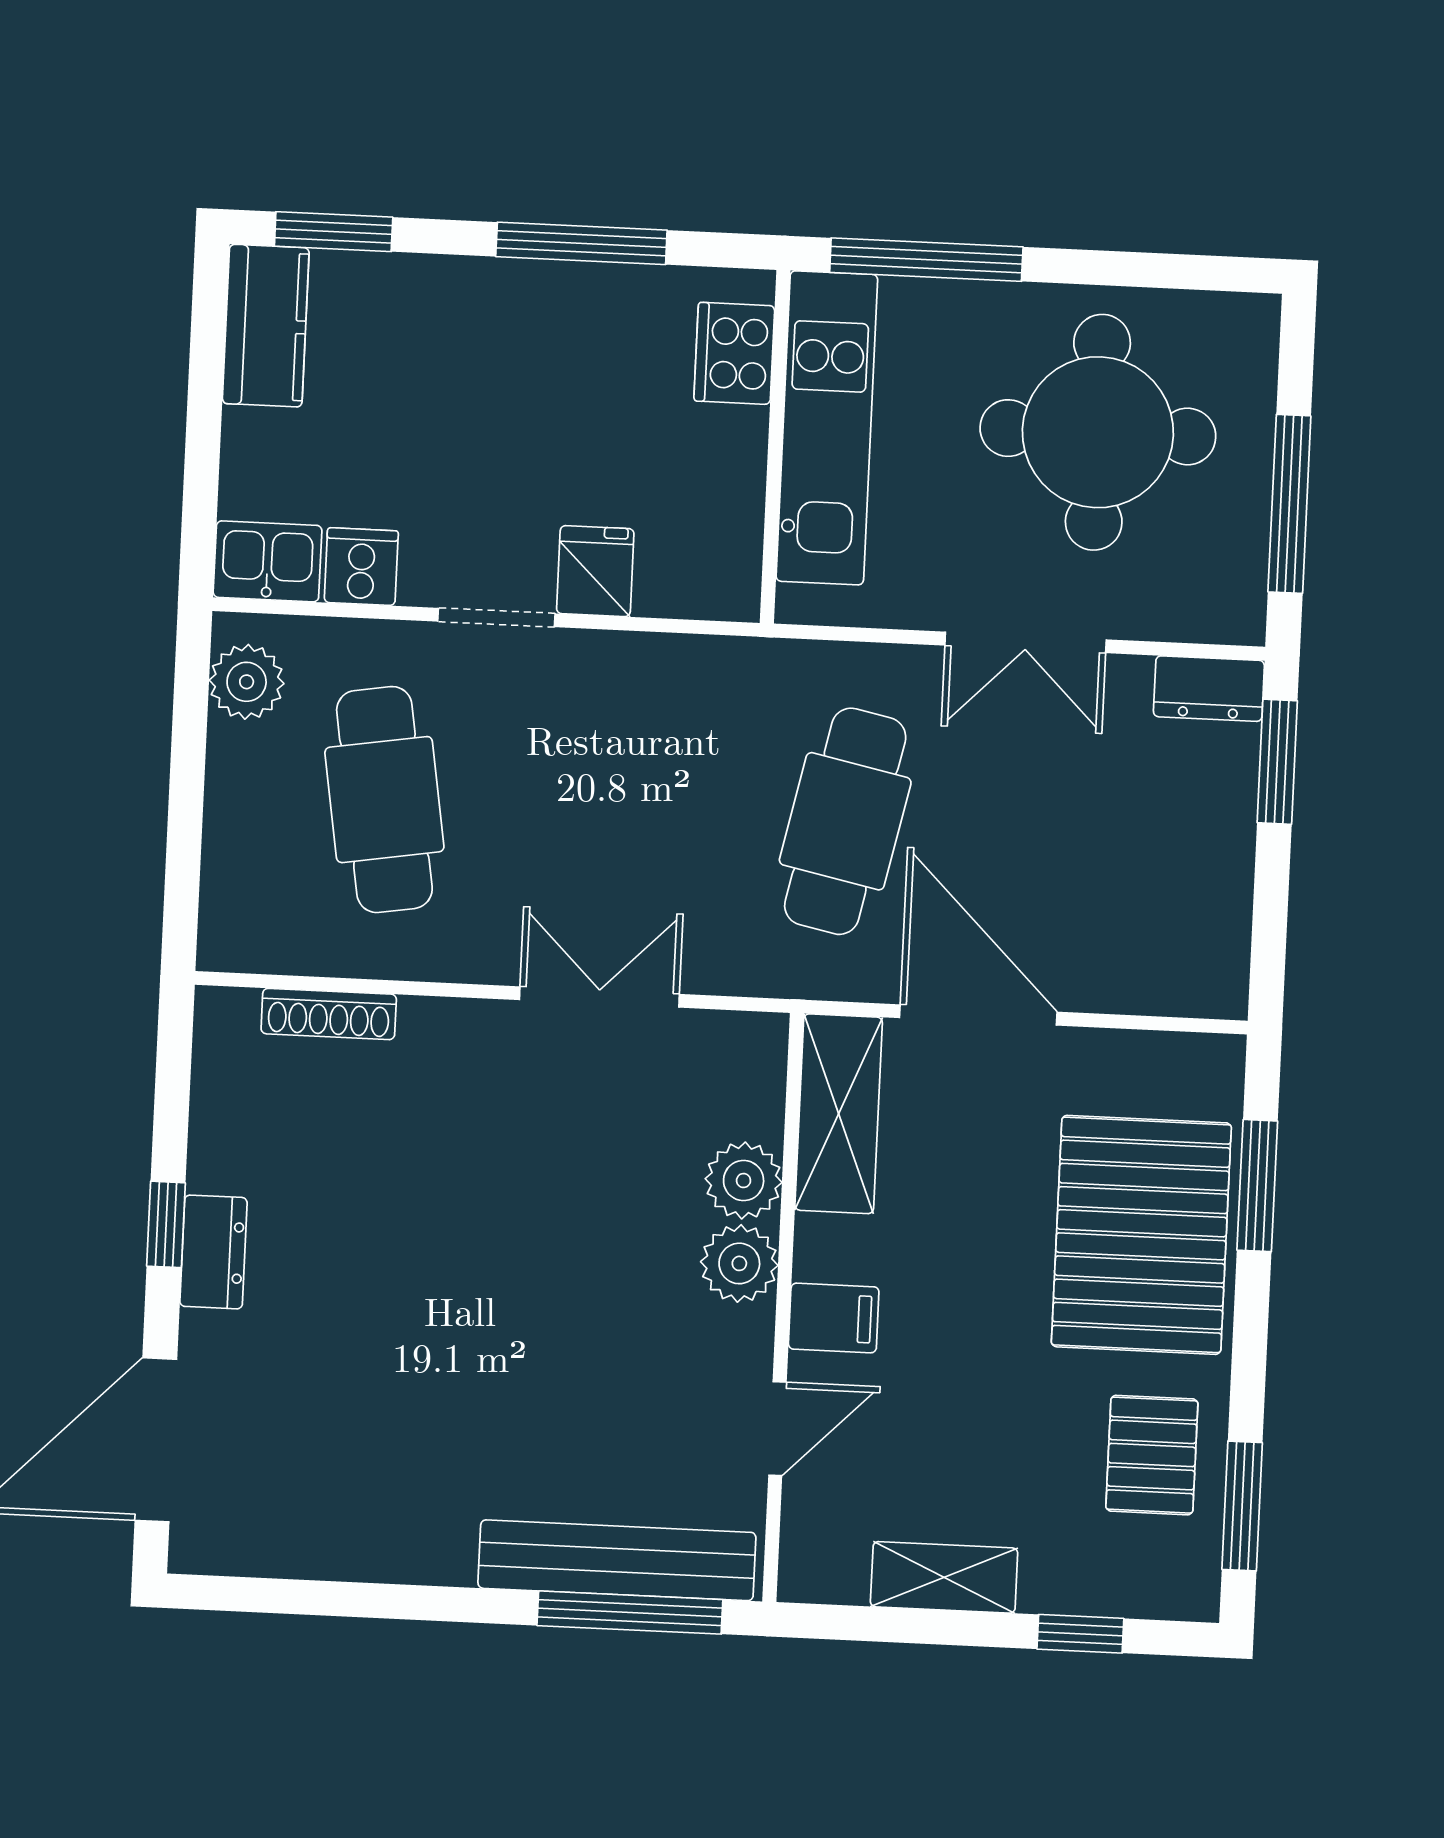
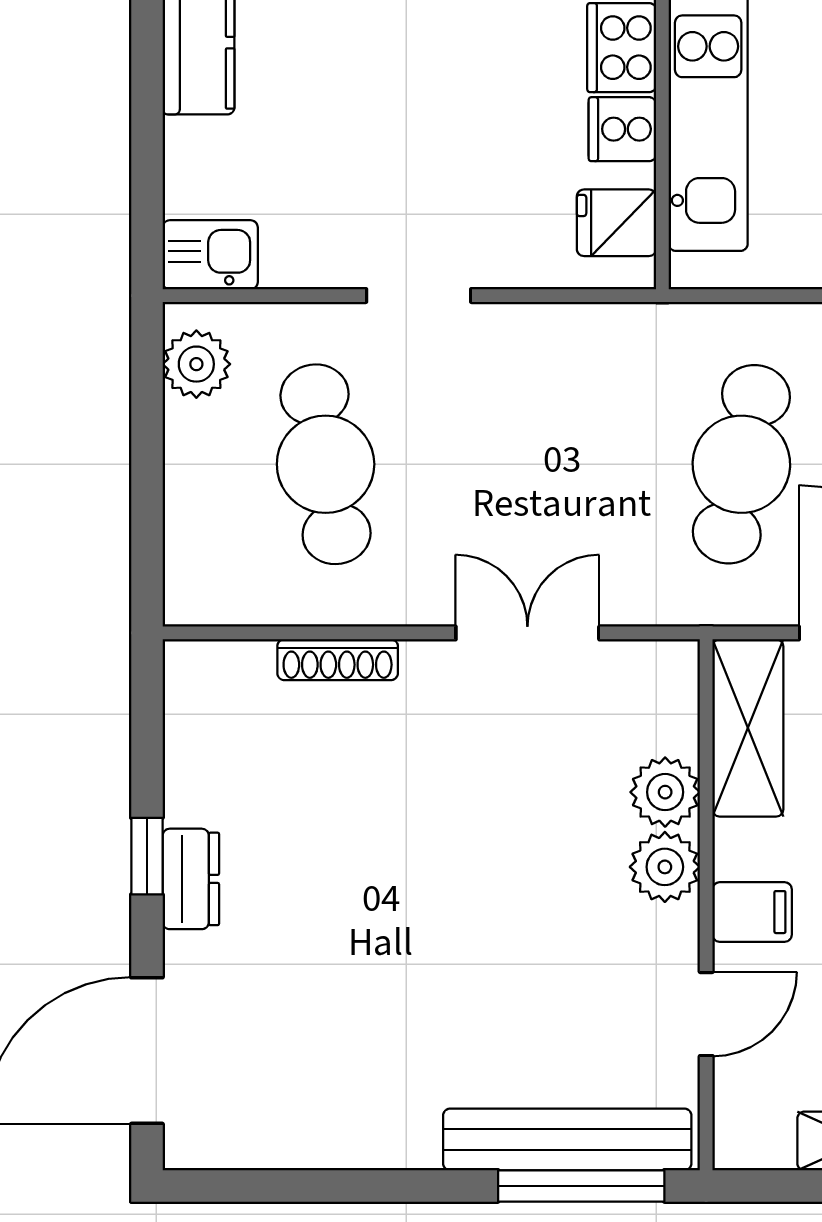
cooker: (361, 567) -> (622, 129), moved, turned -90
fridge: (595, 571) -> (616, 223), moved, turned -90
shoe rack: (329, 1014) -> (338, 660), moved

